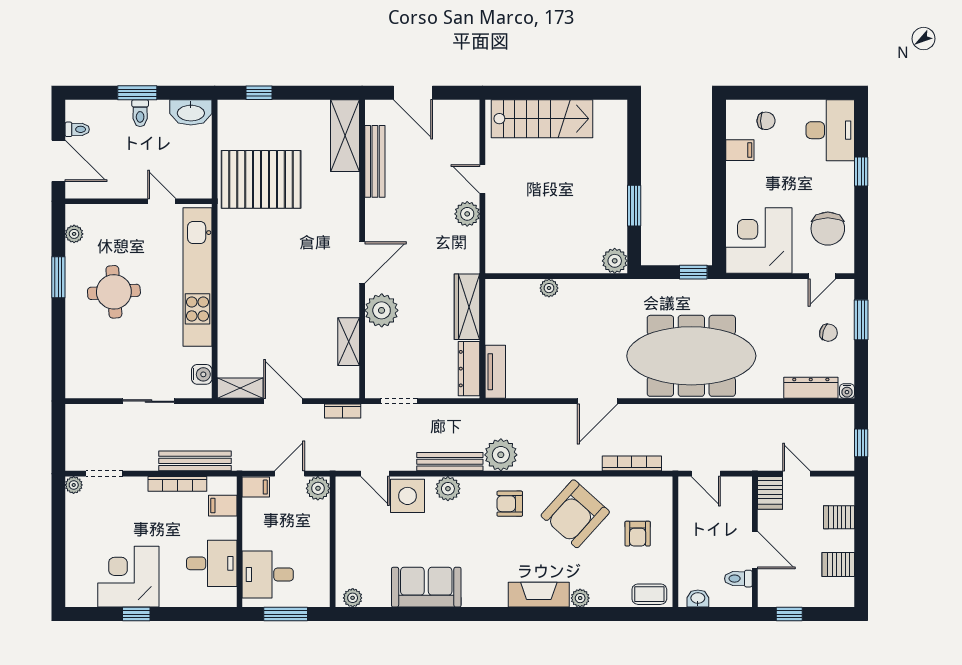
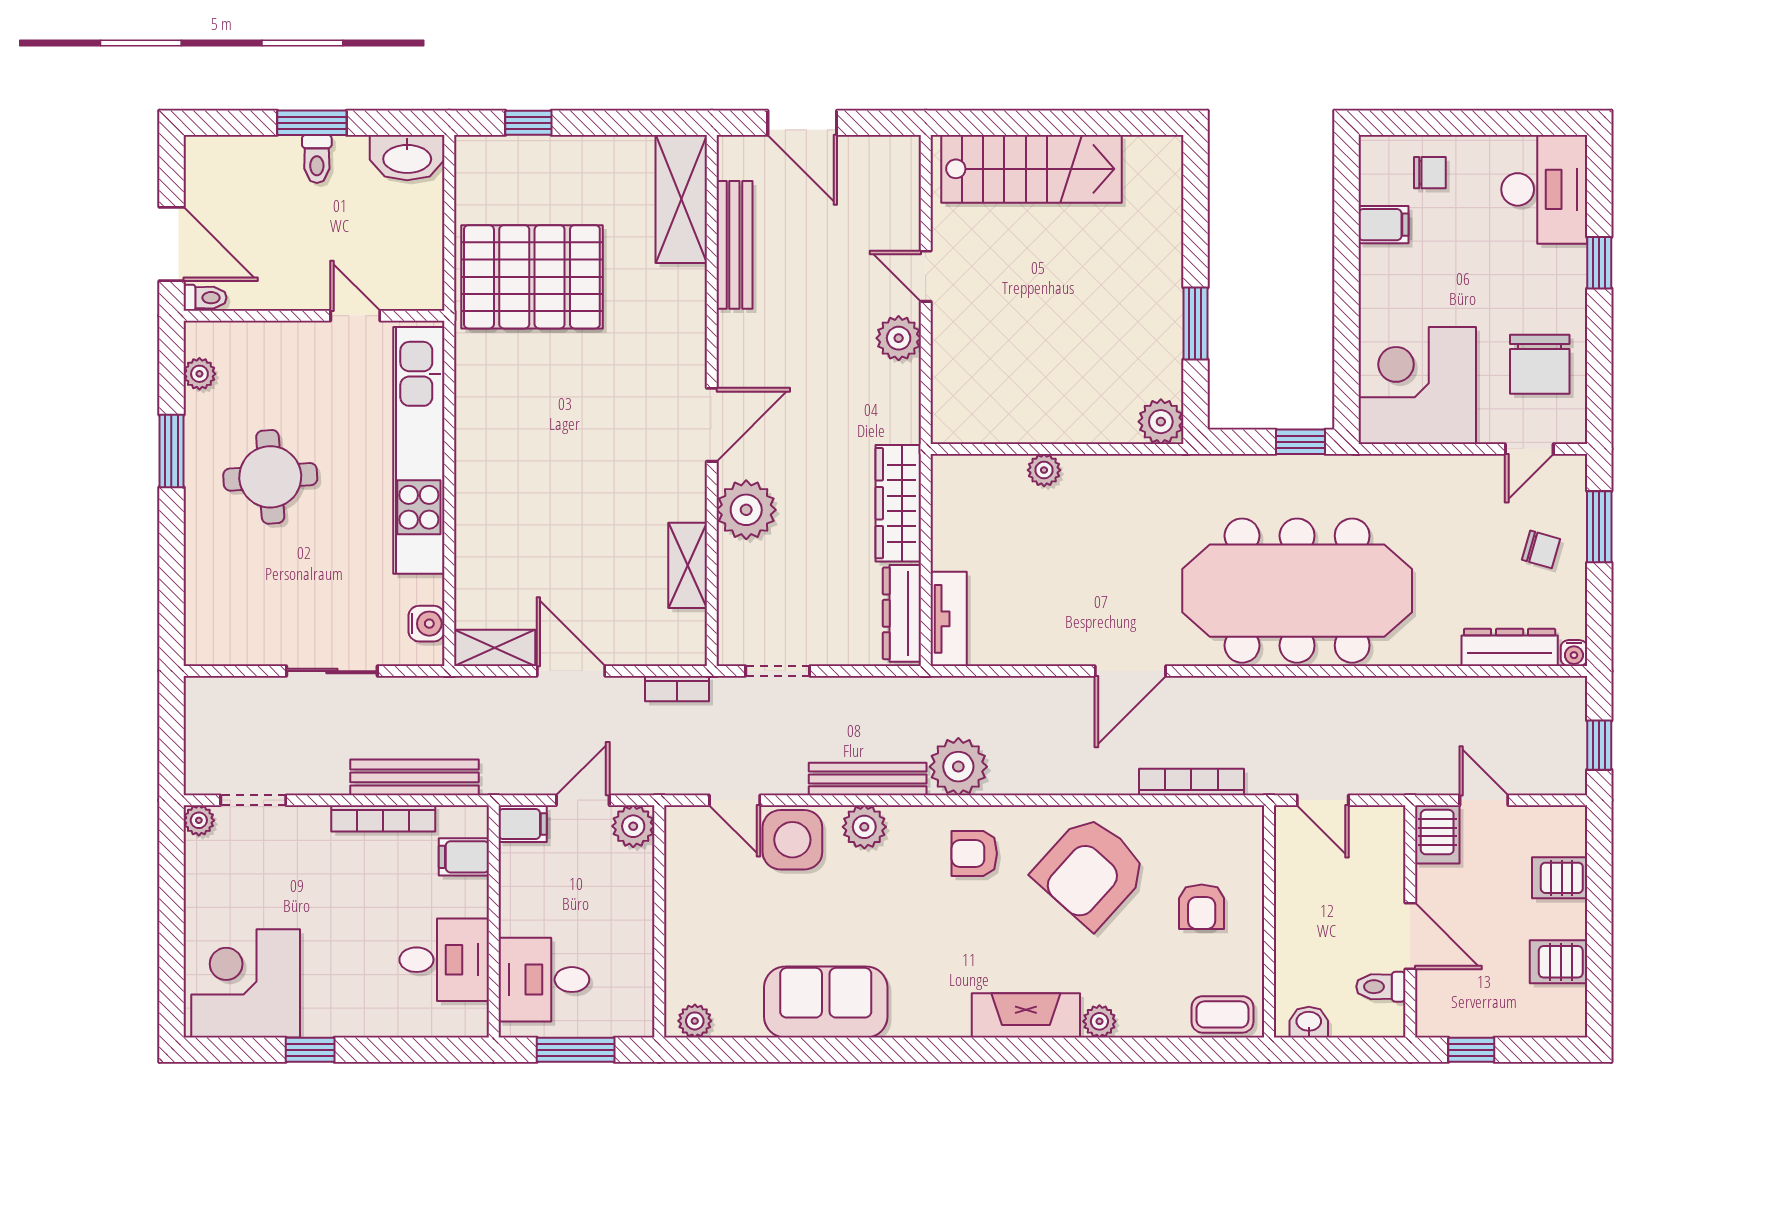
toilet: (77, 129) -> (205, 298), moved
corner desk: (128, 577) -> (246, 983), moved

